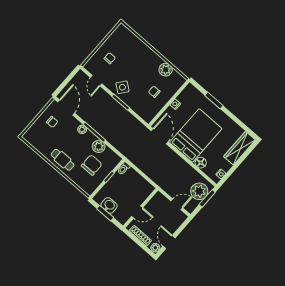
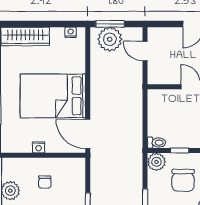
door: (160, 136) -> (88, 134), hinge flipped
plant: (99, 146) -> (156, 162), moved
floor lamp: (201, 163) -> (78, 65), removed
chair: (92, 165) -> (183, 180), turned -90

